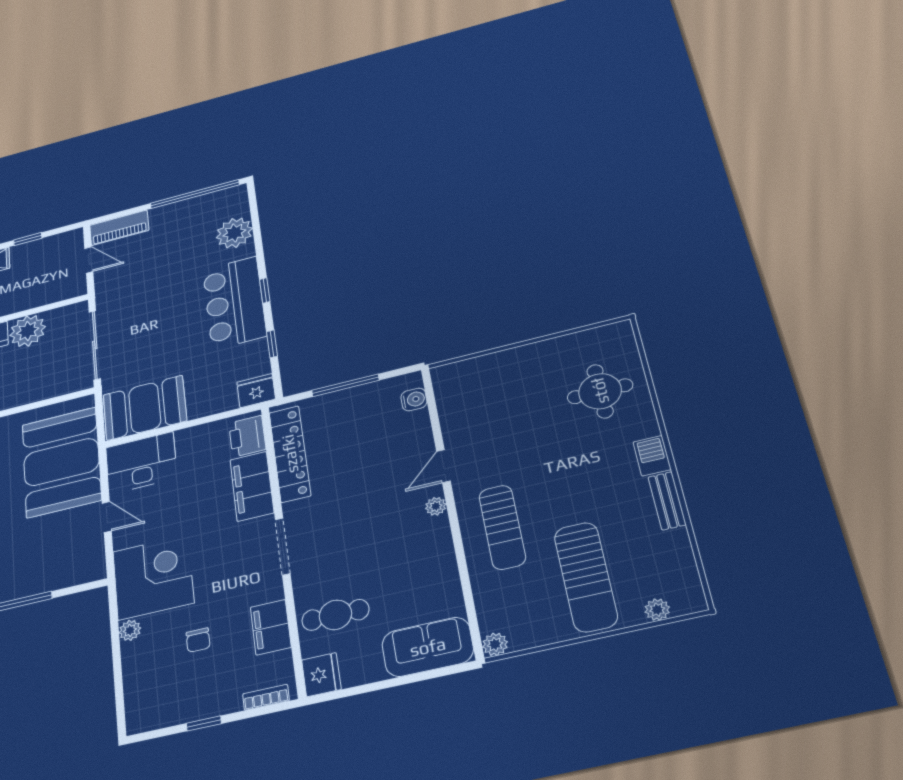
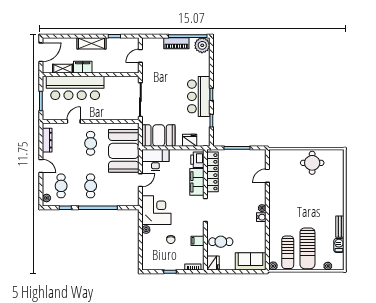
piano: (119, 228) -> (176, 43), moved
plant: (234, 233) -> (202, 45), moved
door: (89, 260) -> (140, 56), swing flipped
plant: (28, 331) -> (112, 84), removed
fridge: (256, 391) -> (190, 140), moved
round table: (600, 391) -> (312, 163), moved
water cooler: (414, 399) -> (261, 217), moved
barbecue: (652, 456) -> (339, 245), moved
door: (443, 466) -> (267, 176), moved
door: (107, 517) -> (140, 180), hinge flipped
sun lounger: (502, 527) -> (288, 252), moved
filing cabinet: (271, 627) -> (197, 241), width x0.50

